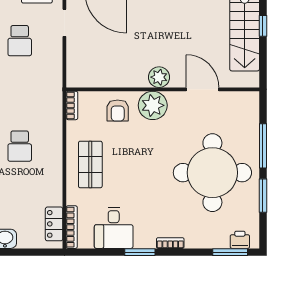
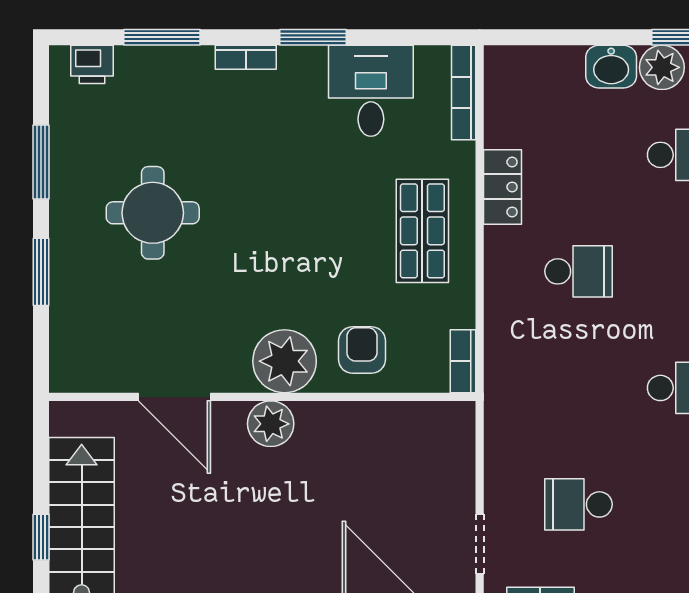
school desk: (20, 41) -> (579, 504), turned -90
school desk: (20, 146) -> (579, 271), turned 90
window: (263, 146) -> (41, 272), width x0.69
round table: (212, 173) -> (153, 213), width x0.54, depth x0.54
locker: (54, 224) -> (503, 187), moved
window: (230, 252) -> (162, 37), moved

